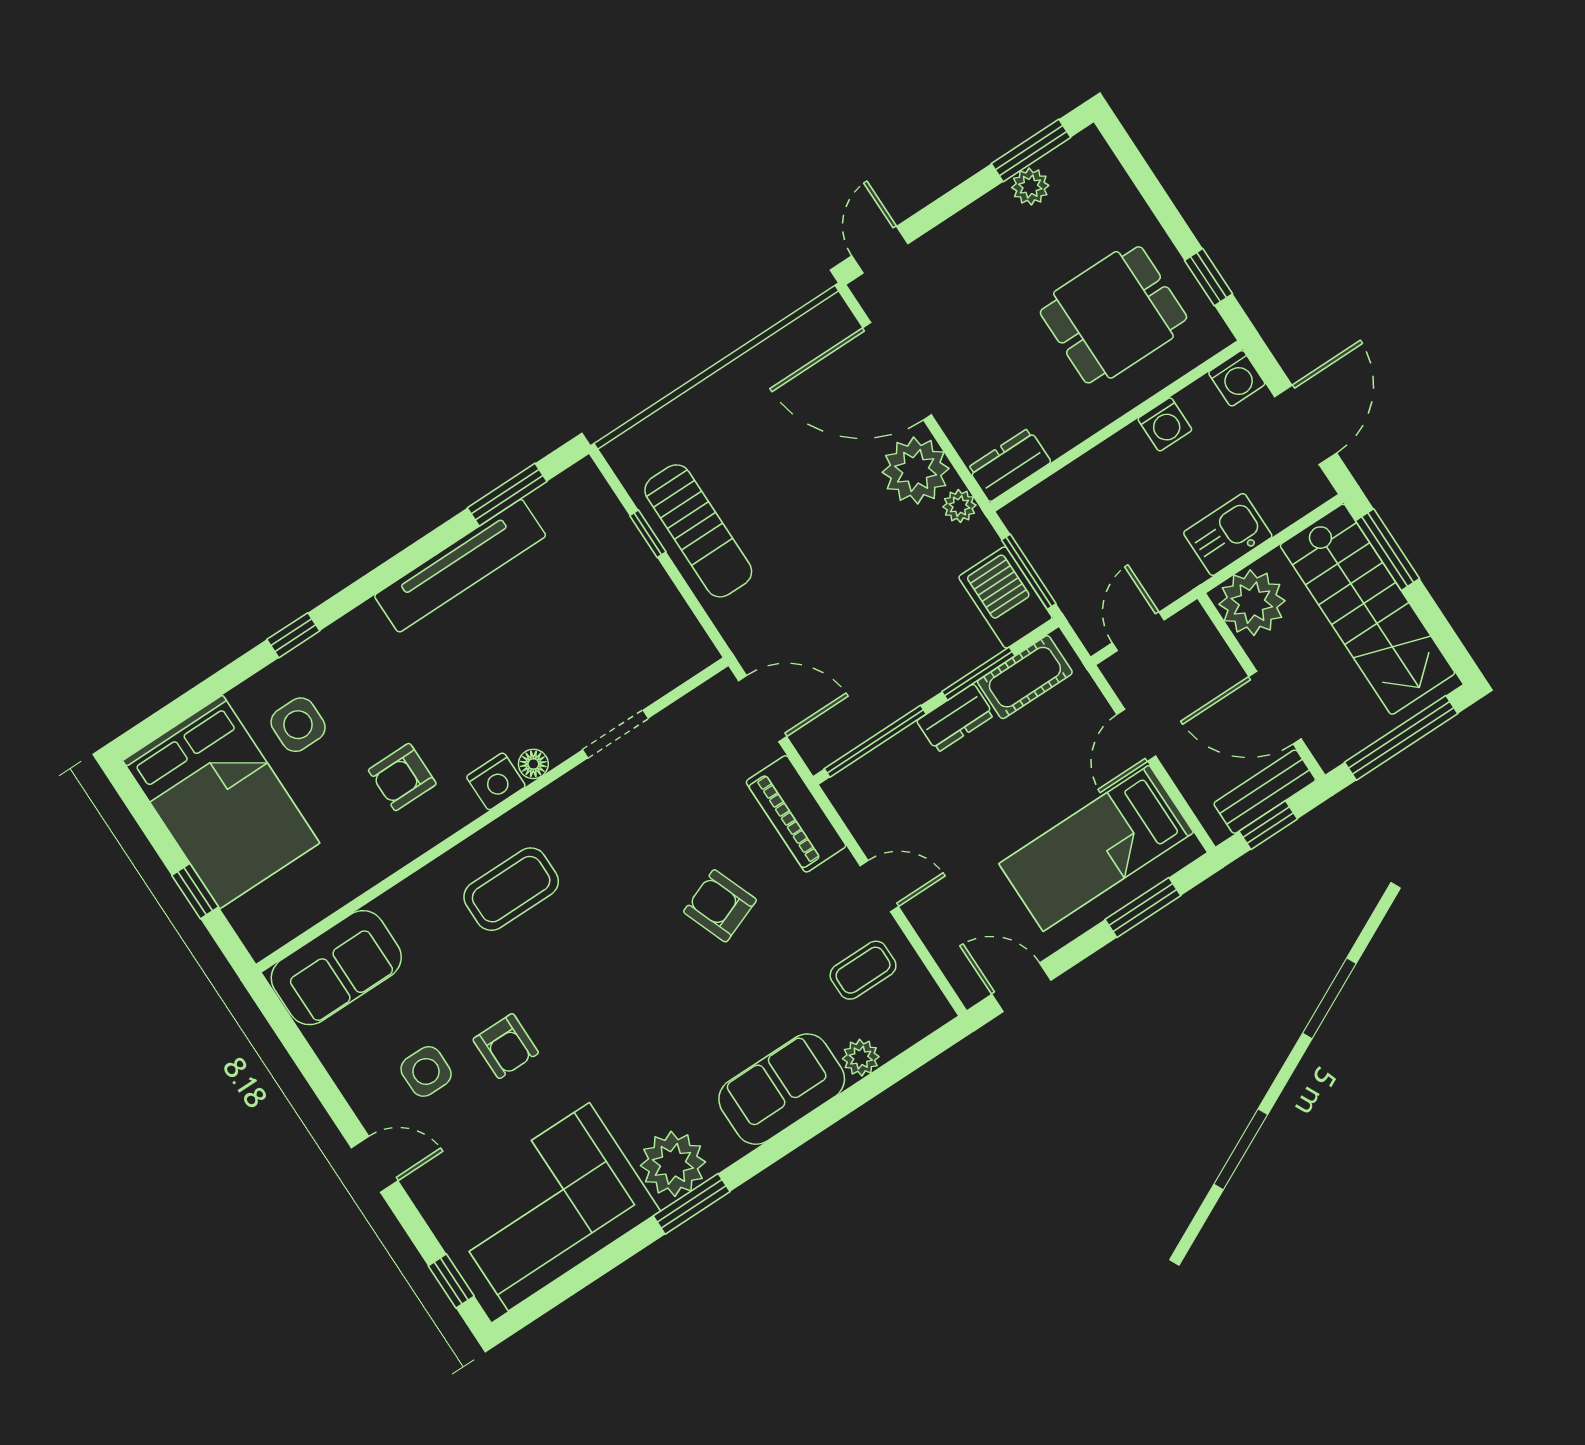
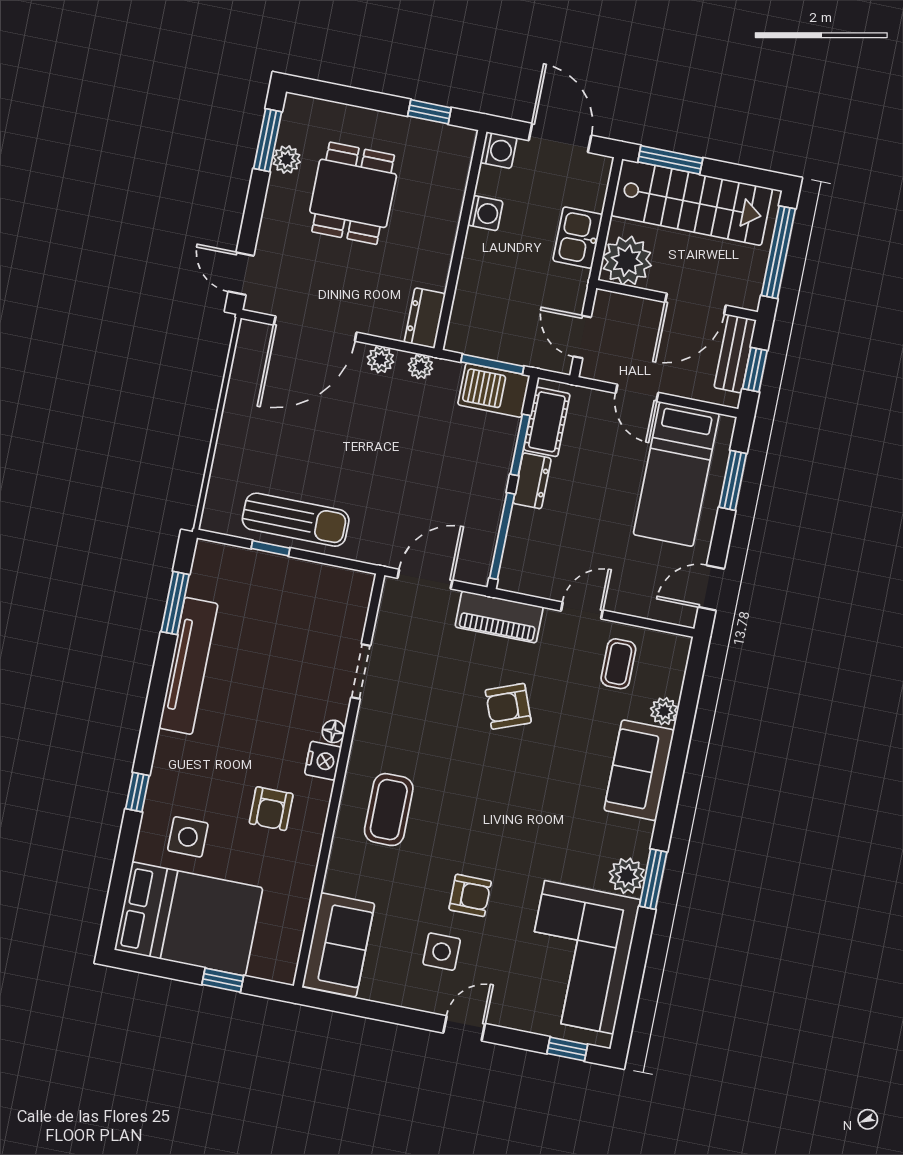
dining table: (1113, 315) -> (353, 193), moved
plant: (916, 470) -> (380, 360), width x0.53, depth x0.53
plant: (673, 1164) -> (627, 876), width x0.73, depth x0.73

